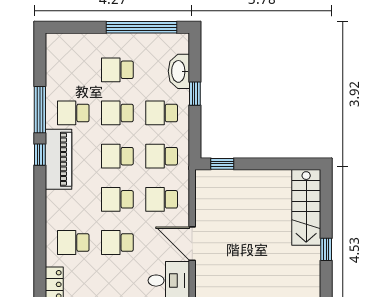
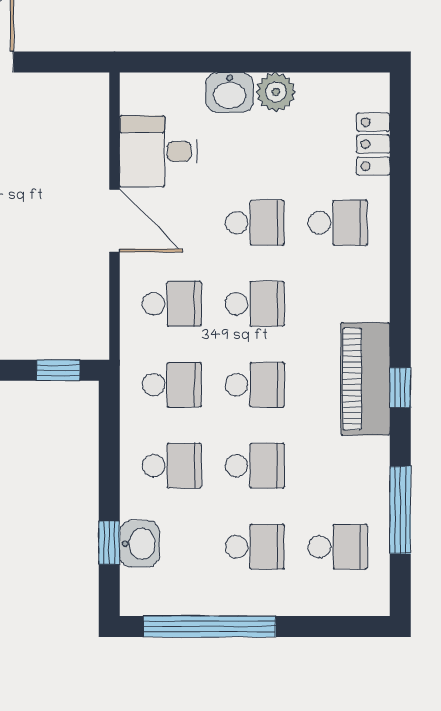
washbasin: (179, 71) -> (139, 544), width x0.72
window: (195, 94) -> (109, 543), moved
window: (40, 110) -> (400, 510), moved
school desk: (73, 113) -> (338, 547), moved

